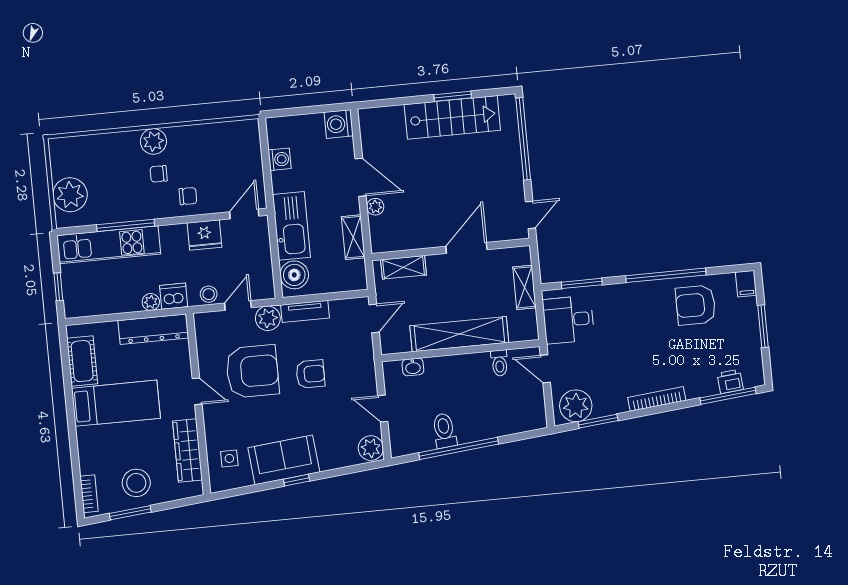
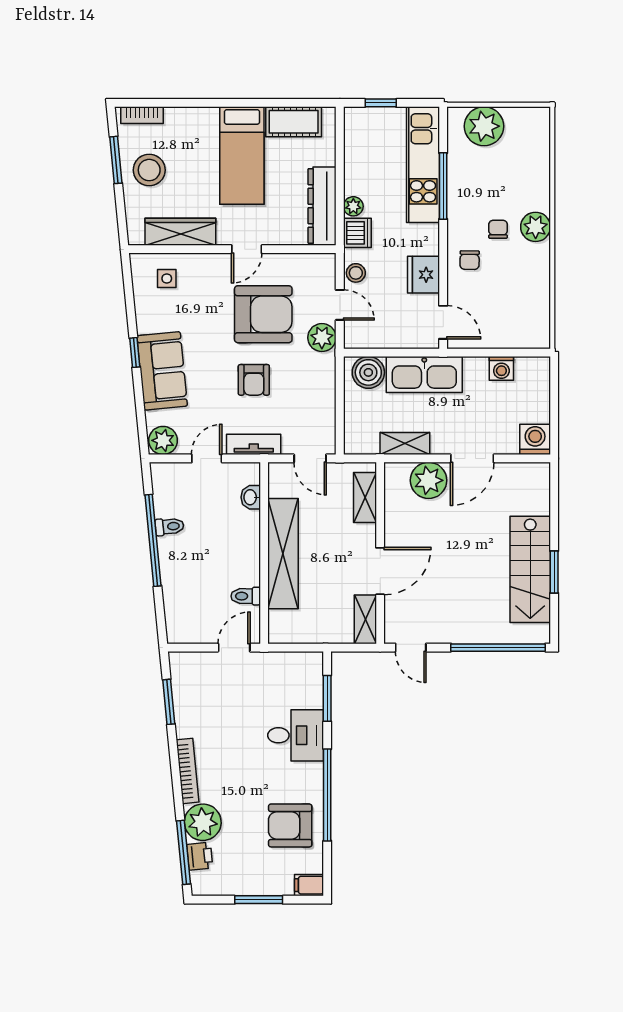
plant: (375, 207) -> (429, 480), width x1.88, depth x1.88
door: (466, 248) -> (380, 571), hinge flipped
shelving: (524, 287) -> (365, 619), moved, turned 90
armchair: (696, 305) -> (290, 825), turned -90
tv unit: (305, 311) -> (254, 444), moved, turned 90
desk: (568, 320) -> (296, 735), moved, turned 90
armchair: (252, 371) -> (263, 314), turned -90
plant: (576, 406) -> (203, 822), moved
toilet: (444, 431) -> (170, 526), width x0.73, depth x0.72
sofa: (284, 460) -> (162, 371), moved

